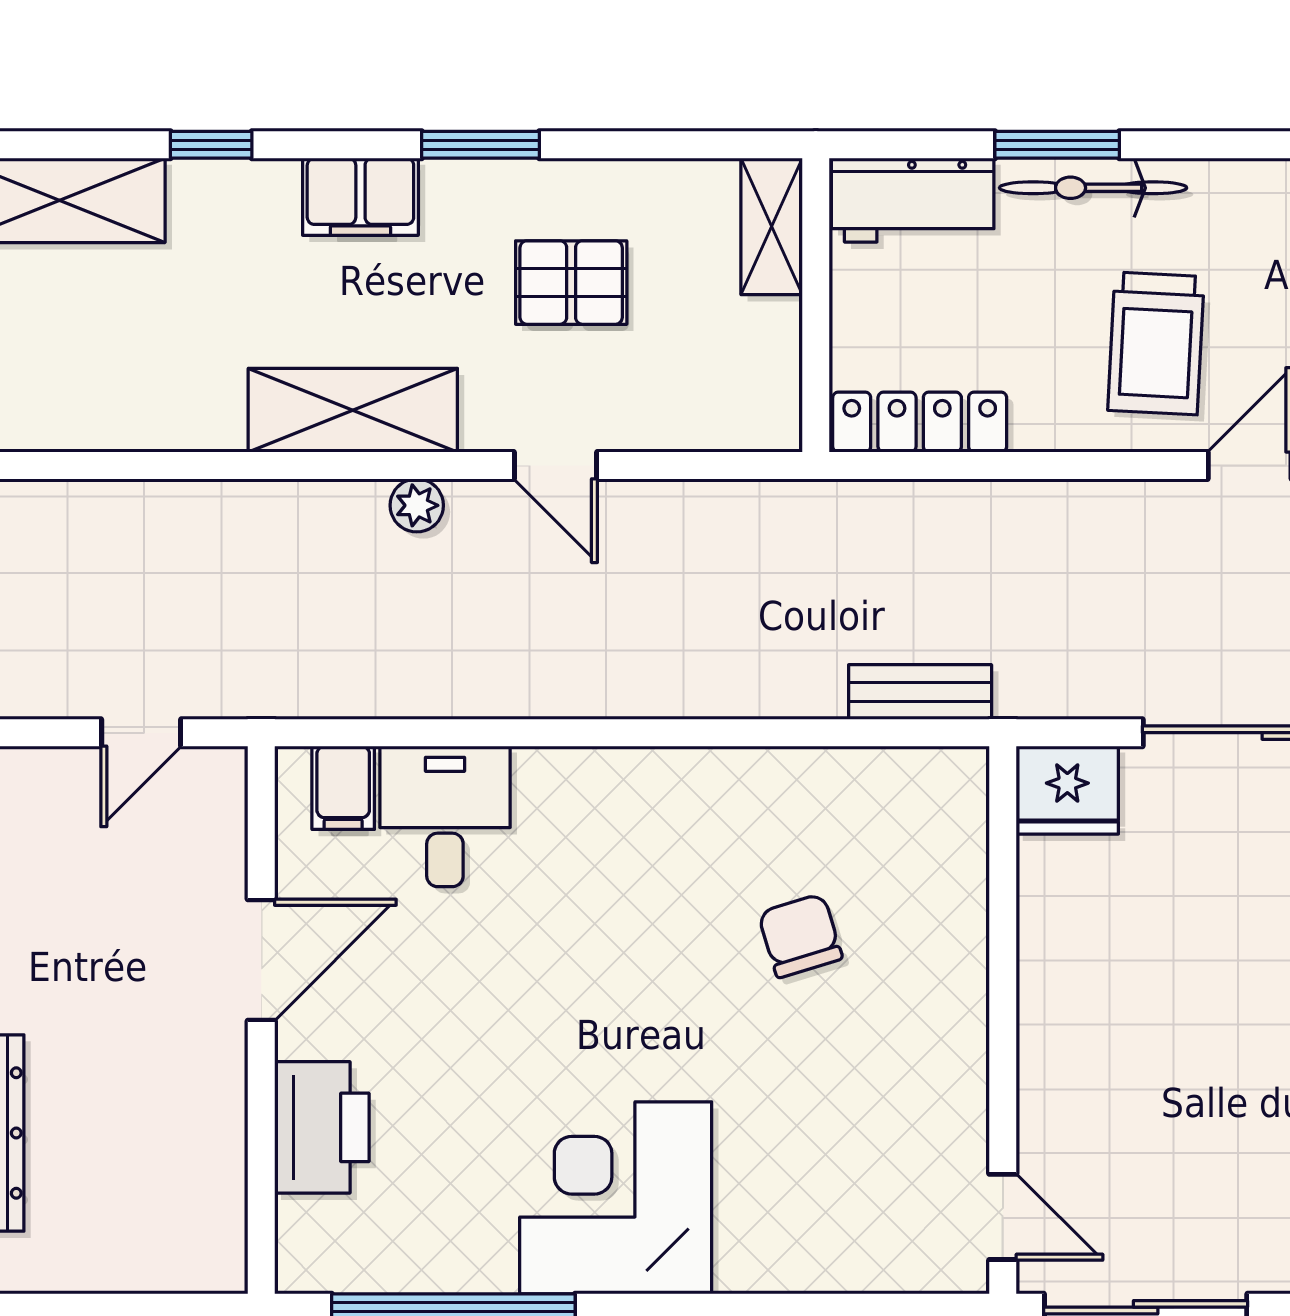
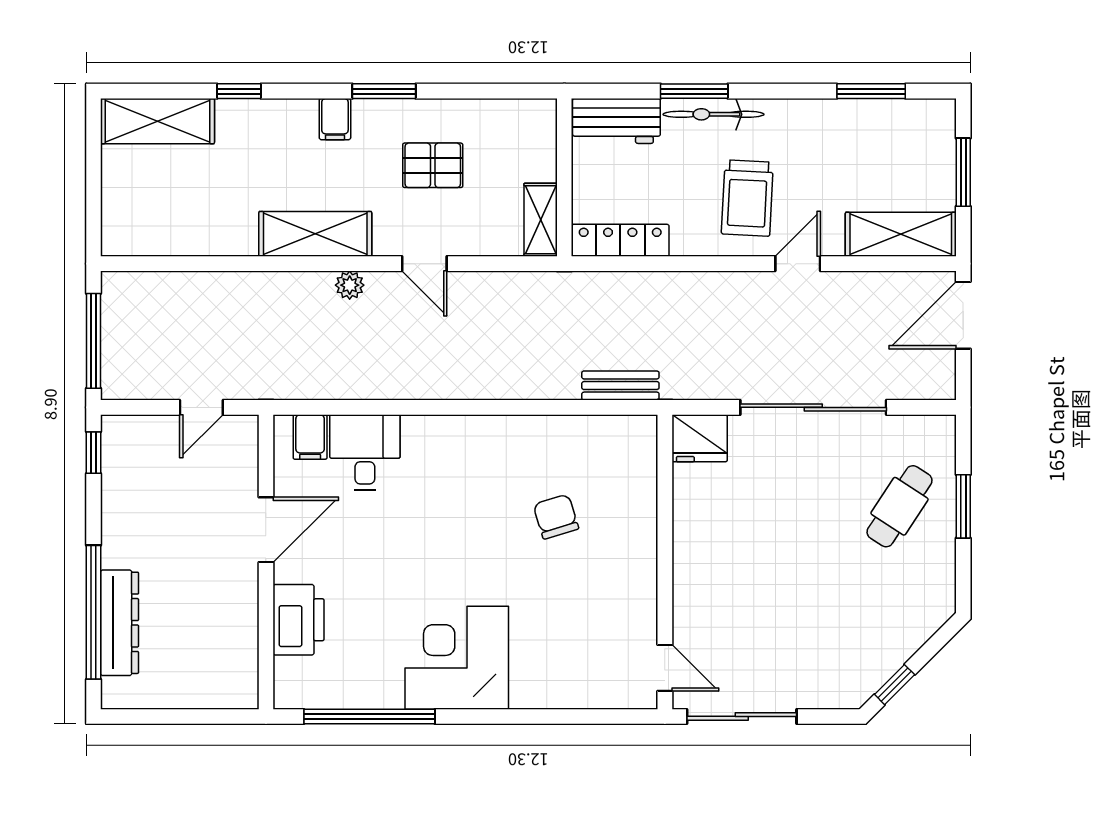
filing cabinet: (360, 197) -> (335, 119), width x0.50
shelving: (772, 226) -> (541, 220), moved

